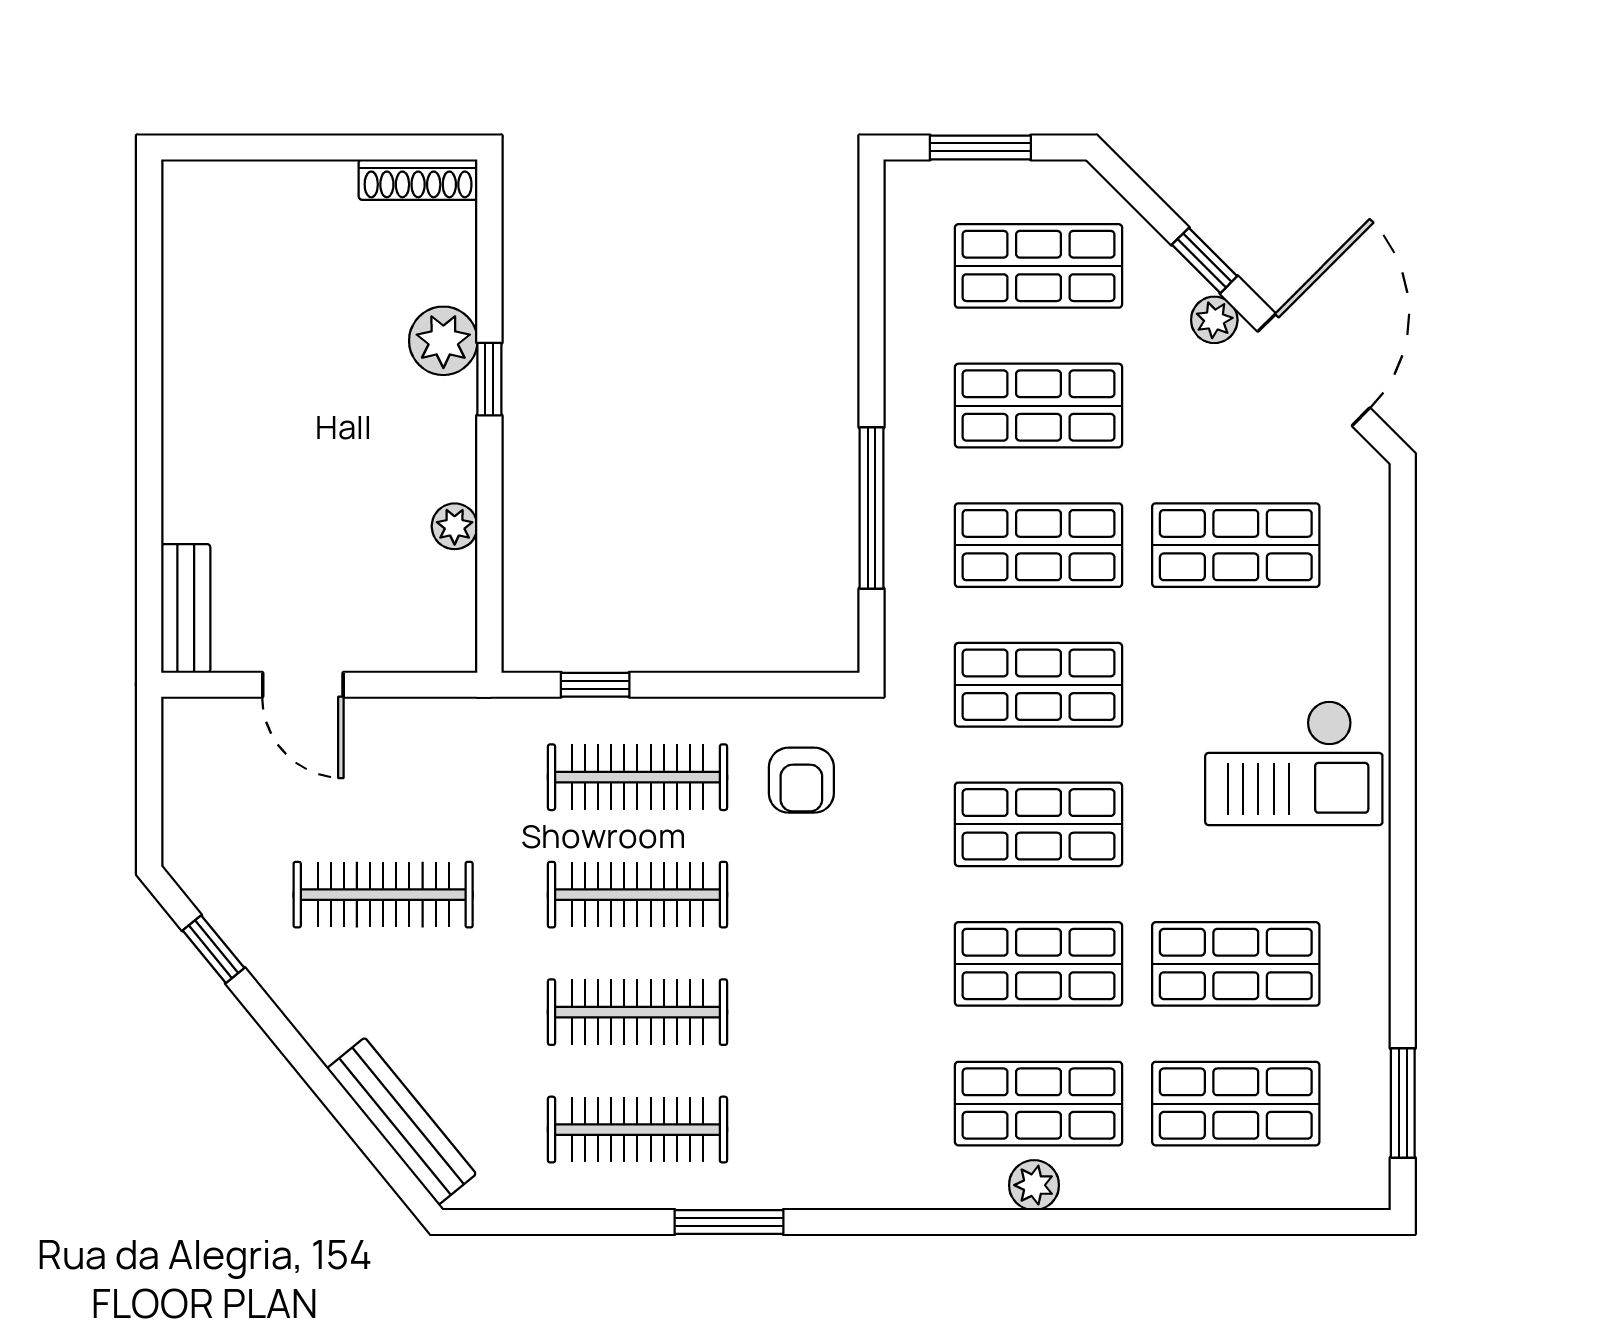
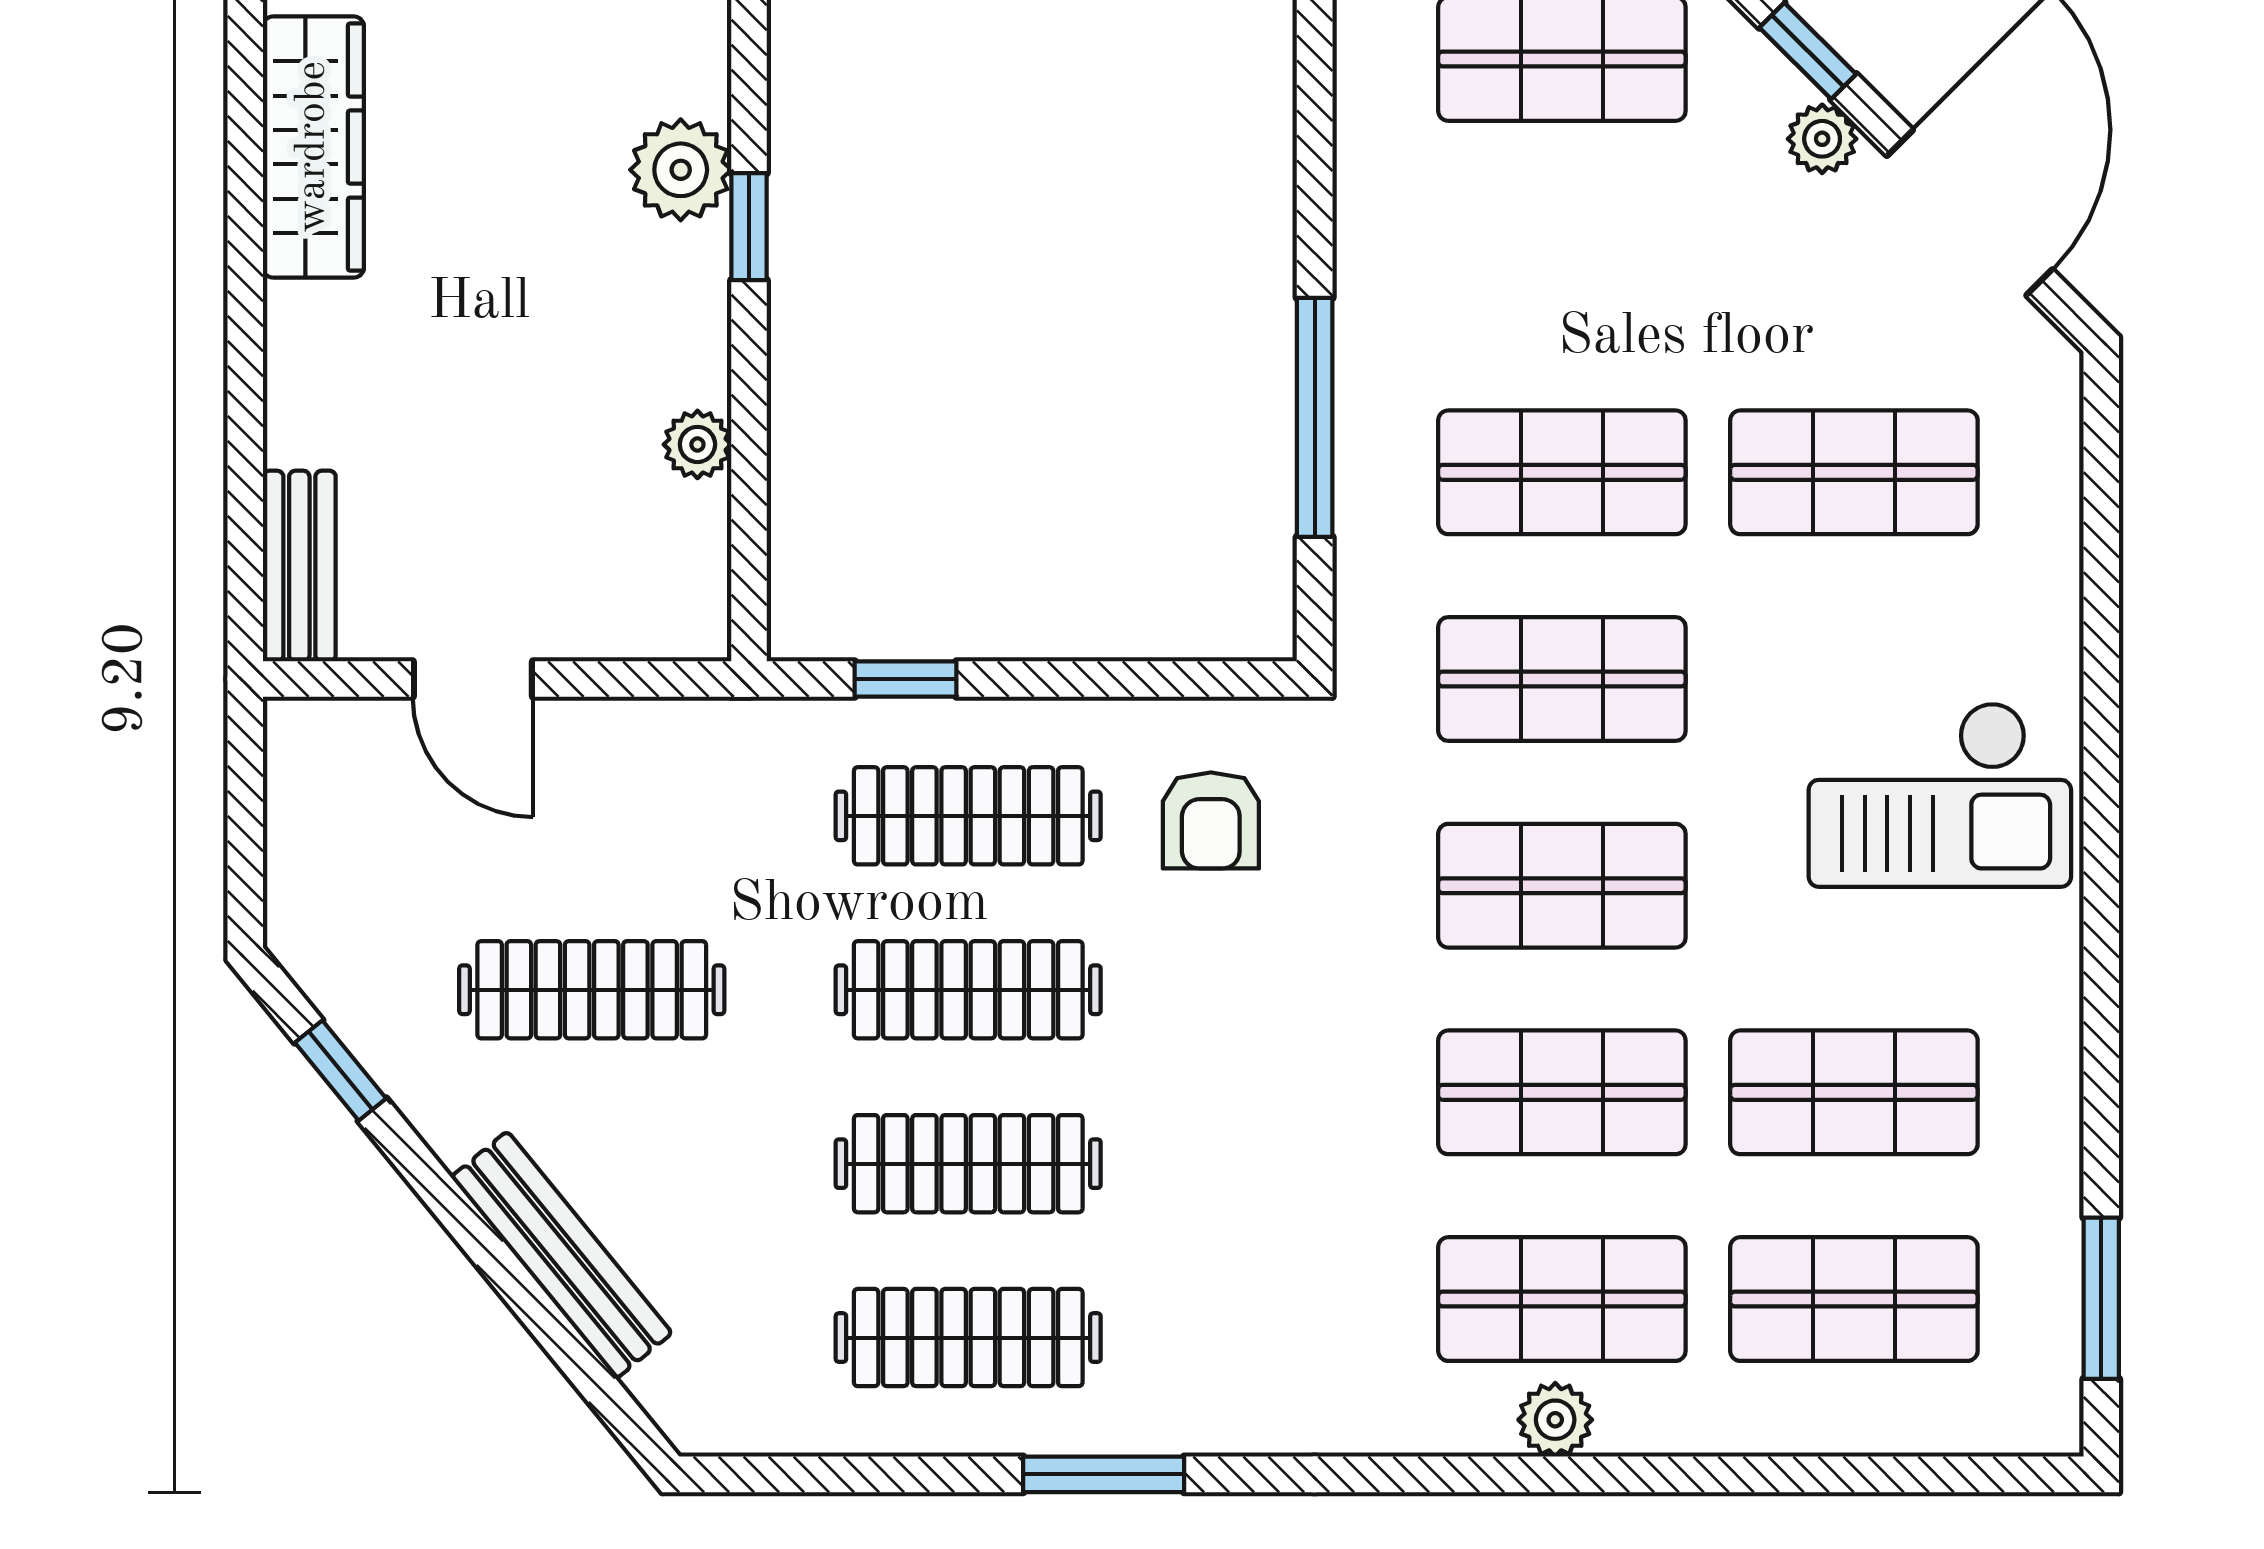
wardrobe: (195, 325) -> (313, 147), added
shop shelf: (1039, 406) -> (1562, 266), removed
bench: (402, 1121) -> (562, 1255), moved

